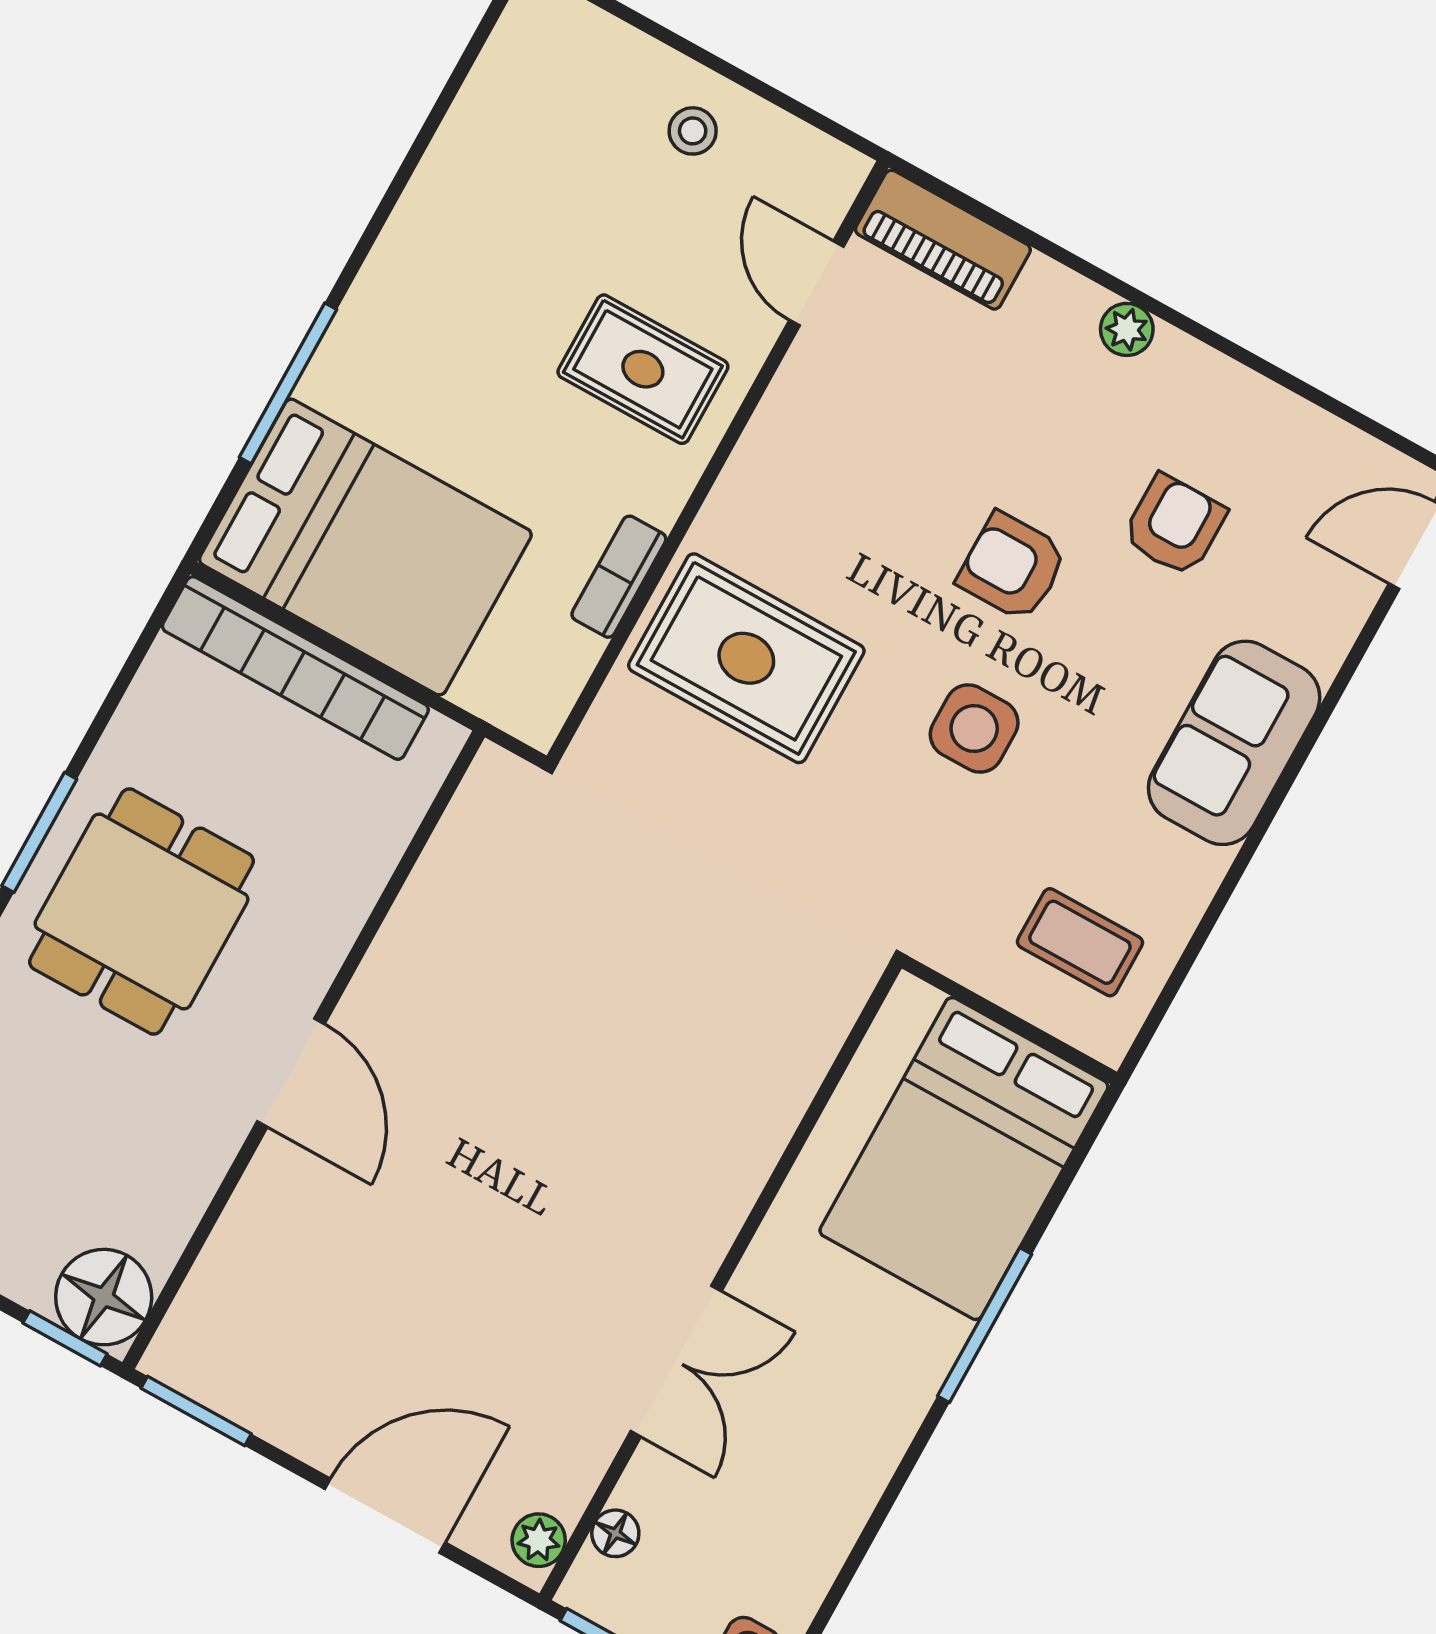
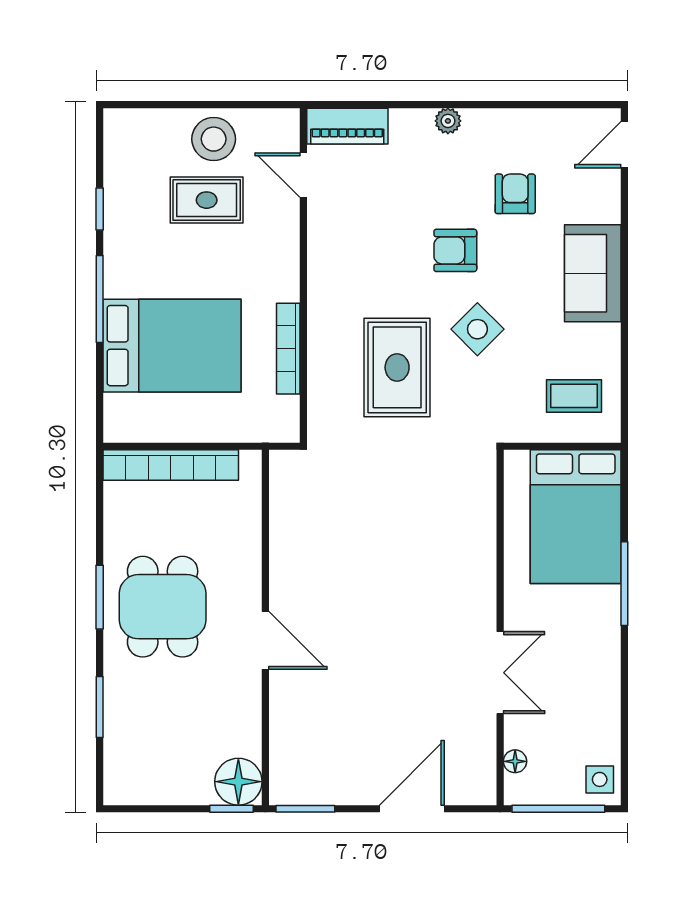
stool: (693, 131) -> (214, 139), width x1.89, depth x1.89
window: (421, 143) -> (100, 209), added
rug: (643, 369) -> (207, 200), moved
window: (288, 383) -> (100, 299), moved
bed: (365, 547) -> (172, 346), moved
bookcase: (619, 577) -> (288, 349), width x1.56
rug: (746, 658) -> (397, 367), moved, turned 90
side table: (974, 729) -> (477, 329), turned 45
plant: (539, 1540) -> (484, 783), removed

